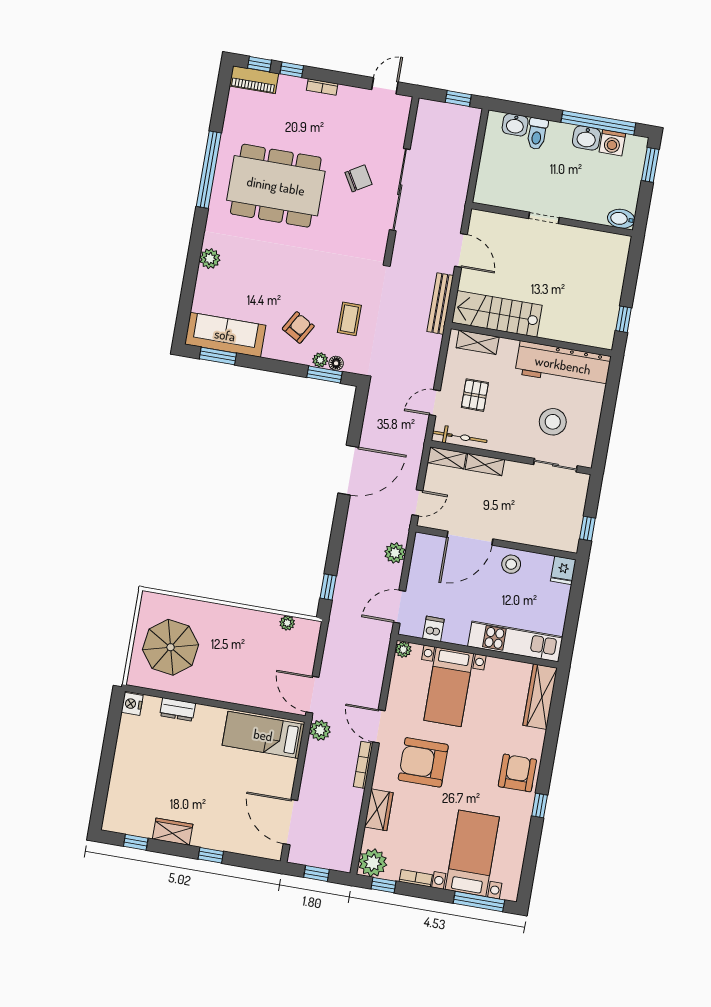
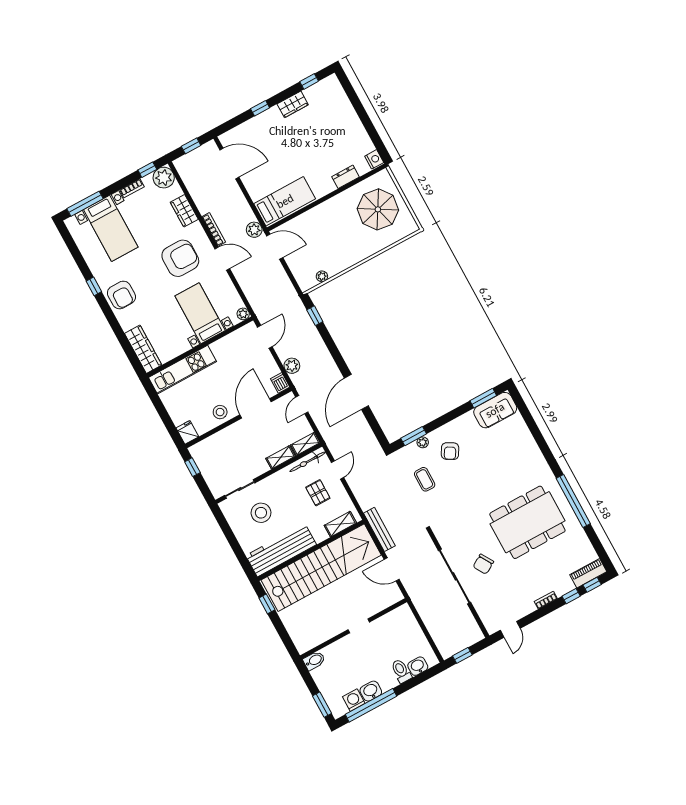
plant: (210, 259) -> (532, 450), removed
stairs: (497, 314) -> (321, 568), width x1.86, depth x1.51
sofa: (225, 335) -> (495, 410), width x0.73
floor lamp: (336, 363) -> (412, 448), removed
dishwasher: (433, 629) -> (280, 383), moved, turned 180

